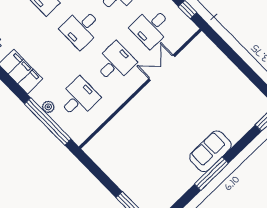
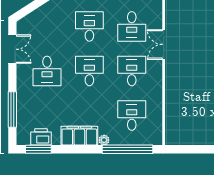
desk: (81, 28) -> (89, 71), turned 180
plant: (48, 107) -> (104, 140), moved

